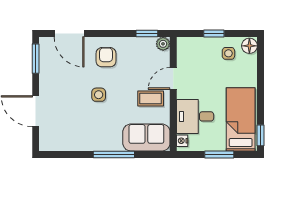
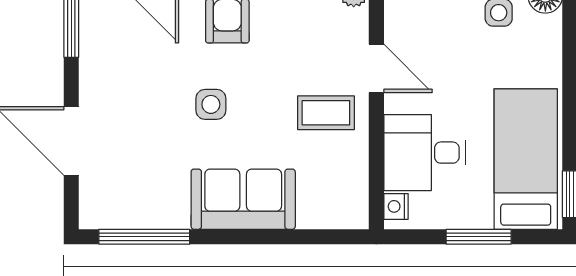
door: (173, 78) -> (376, 68), swing flipped
sofa: (146, 137) -> (243, 199), moved
window: (114, 154) -> (144, 237), moved

